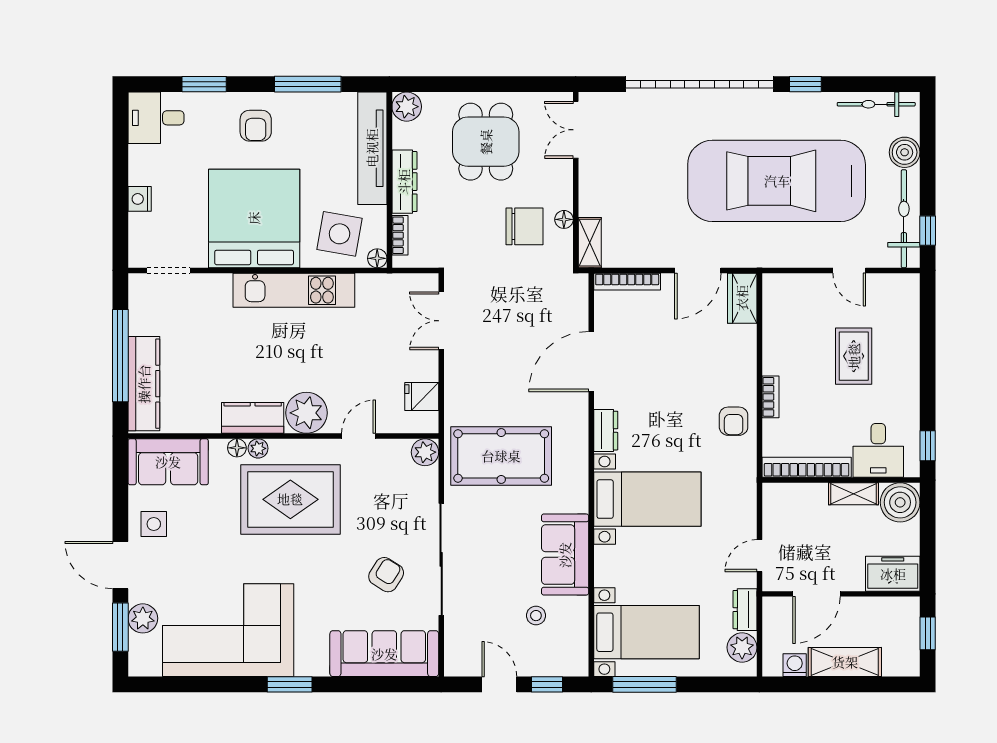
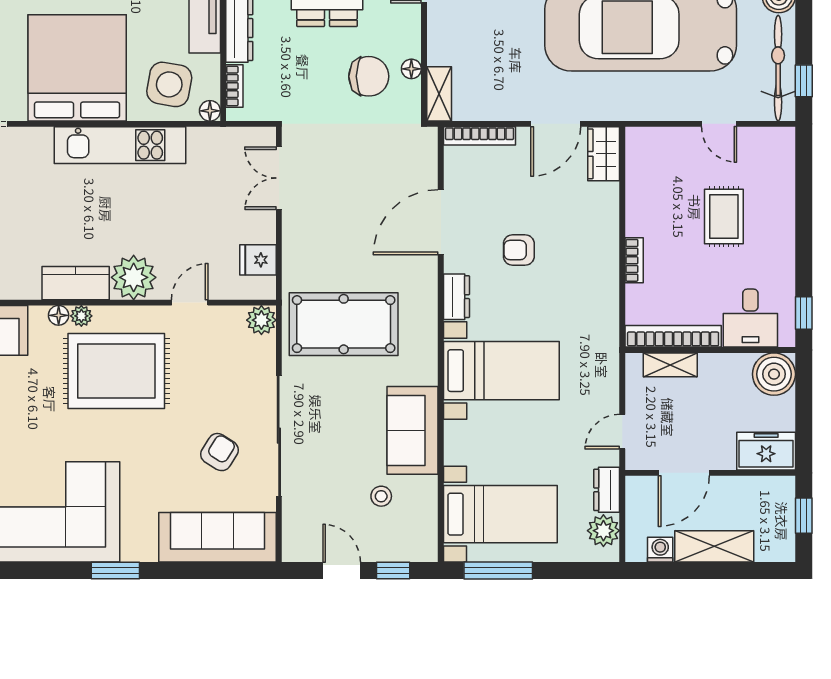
armchair: (734, 421) -> (519, 250), moved, turned 90
shelving: (853, 494) -> (670, 365), moved

